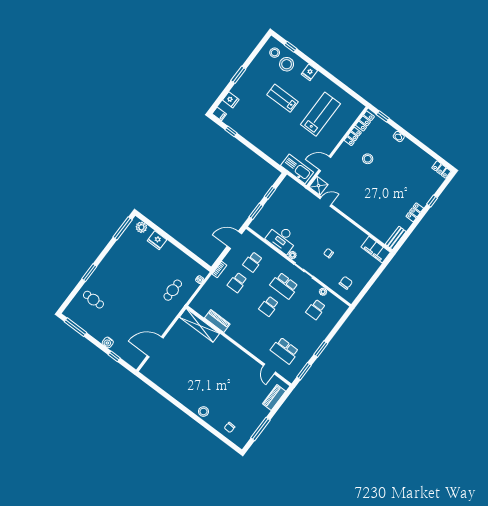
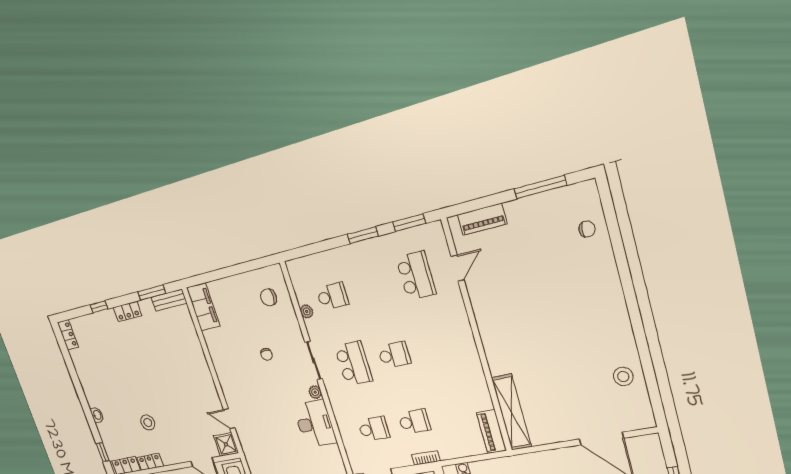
window: (407, 234) -> (152, 292), added
piano: (217, 321) -> (491, 432), moved
stool: (203, 411) -> (623, 376), moved

